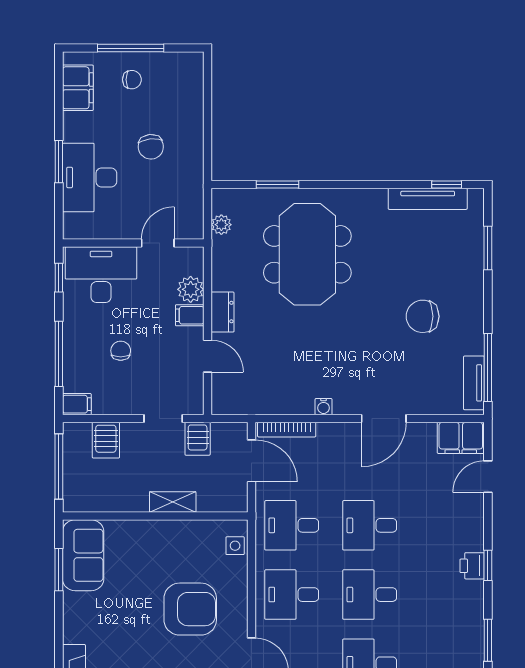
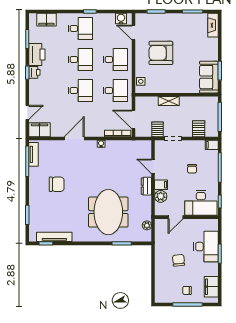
printer: (467, 606) -> (37, 54), added

